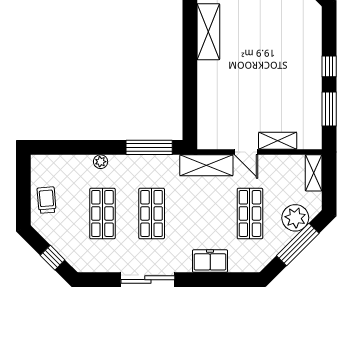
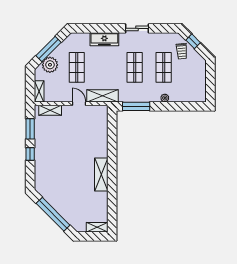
shelving: (278, 141) -> (50, 110), moved
trolley: (47, 200) -> (182, 51), moved
freezer: (210, 261) -> (104, 39), width x1.40
sliding door: (148, 280) -> (137, 28), width x0.73

